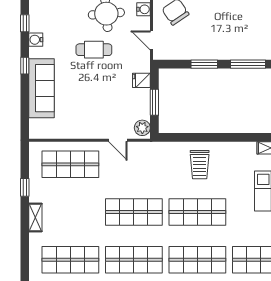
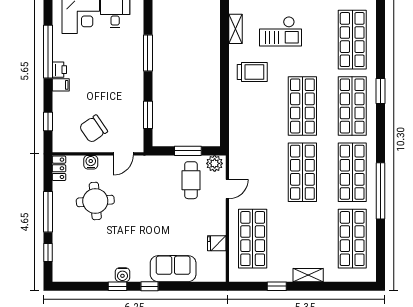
window: (25, 23) -> (117, 286), moved
cafe table: (94, 50) -> (191, 180), moved
window: (204, 64) -> (148, 115), moved
fridge: (141, 80) -> (217, 243), moved, turned 90
sofa: (42, 88) -> (173, 269), width x0.73
trolley: (200, 165) -> (252, 72), moved

